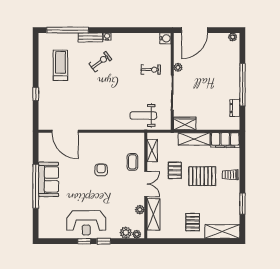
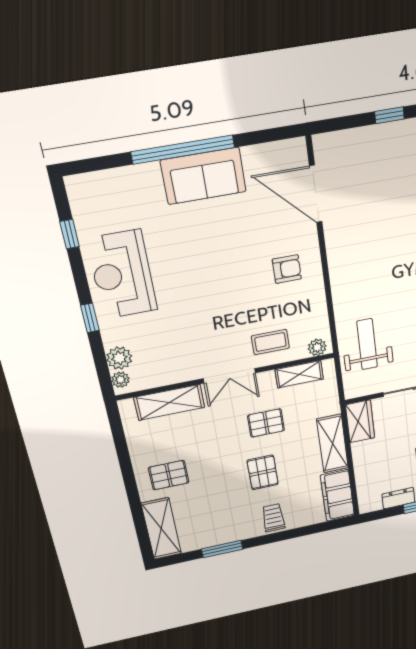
door: (65, 131) -> (316, 194), hinge flipped
armchair: (101, 170) -> (287, 269), moved
pallet: (202, 176) -> (263, 472), width x0.67, depth x0.71
plant: (140, 210) -> (317, 347), moved
window: (84, 241) -> (70, 234), moved

